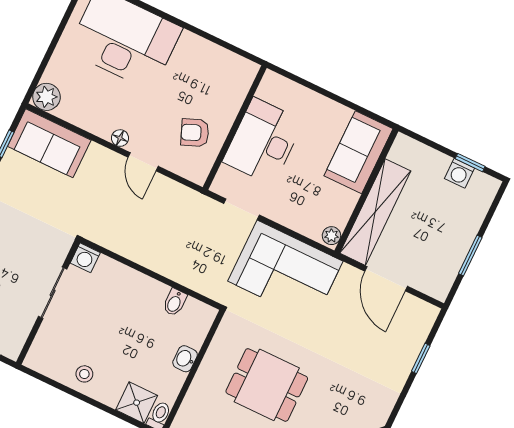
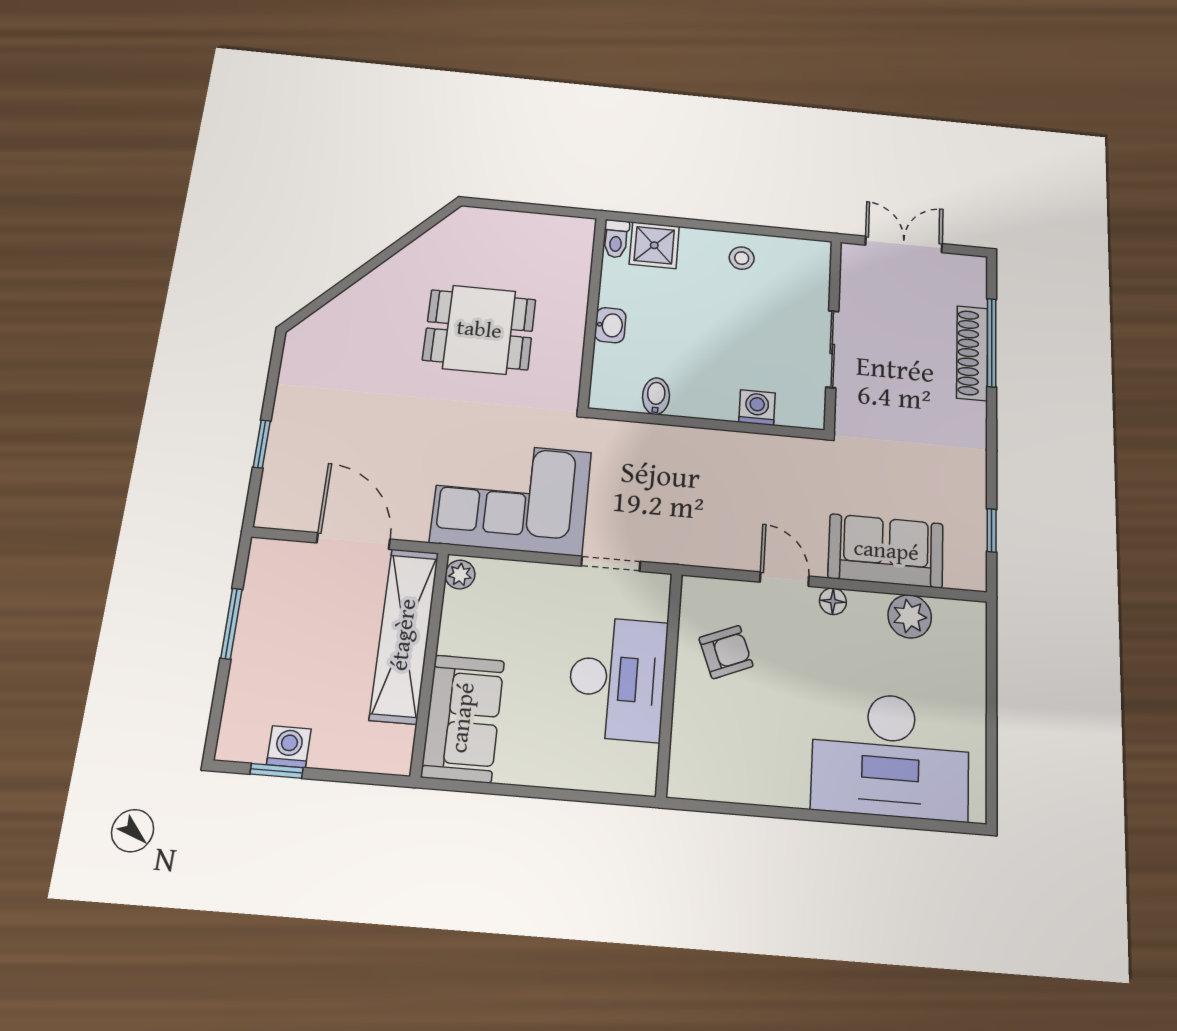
plant: (46, 97) -> (910, 616), moved
sofa: (49, 143) -> (886, 551), moved
washing machine: (85, 258) -> (757, 408), moved

